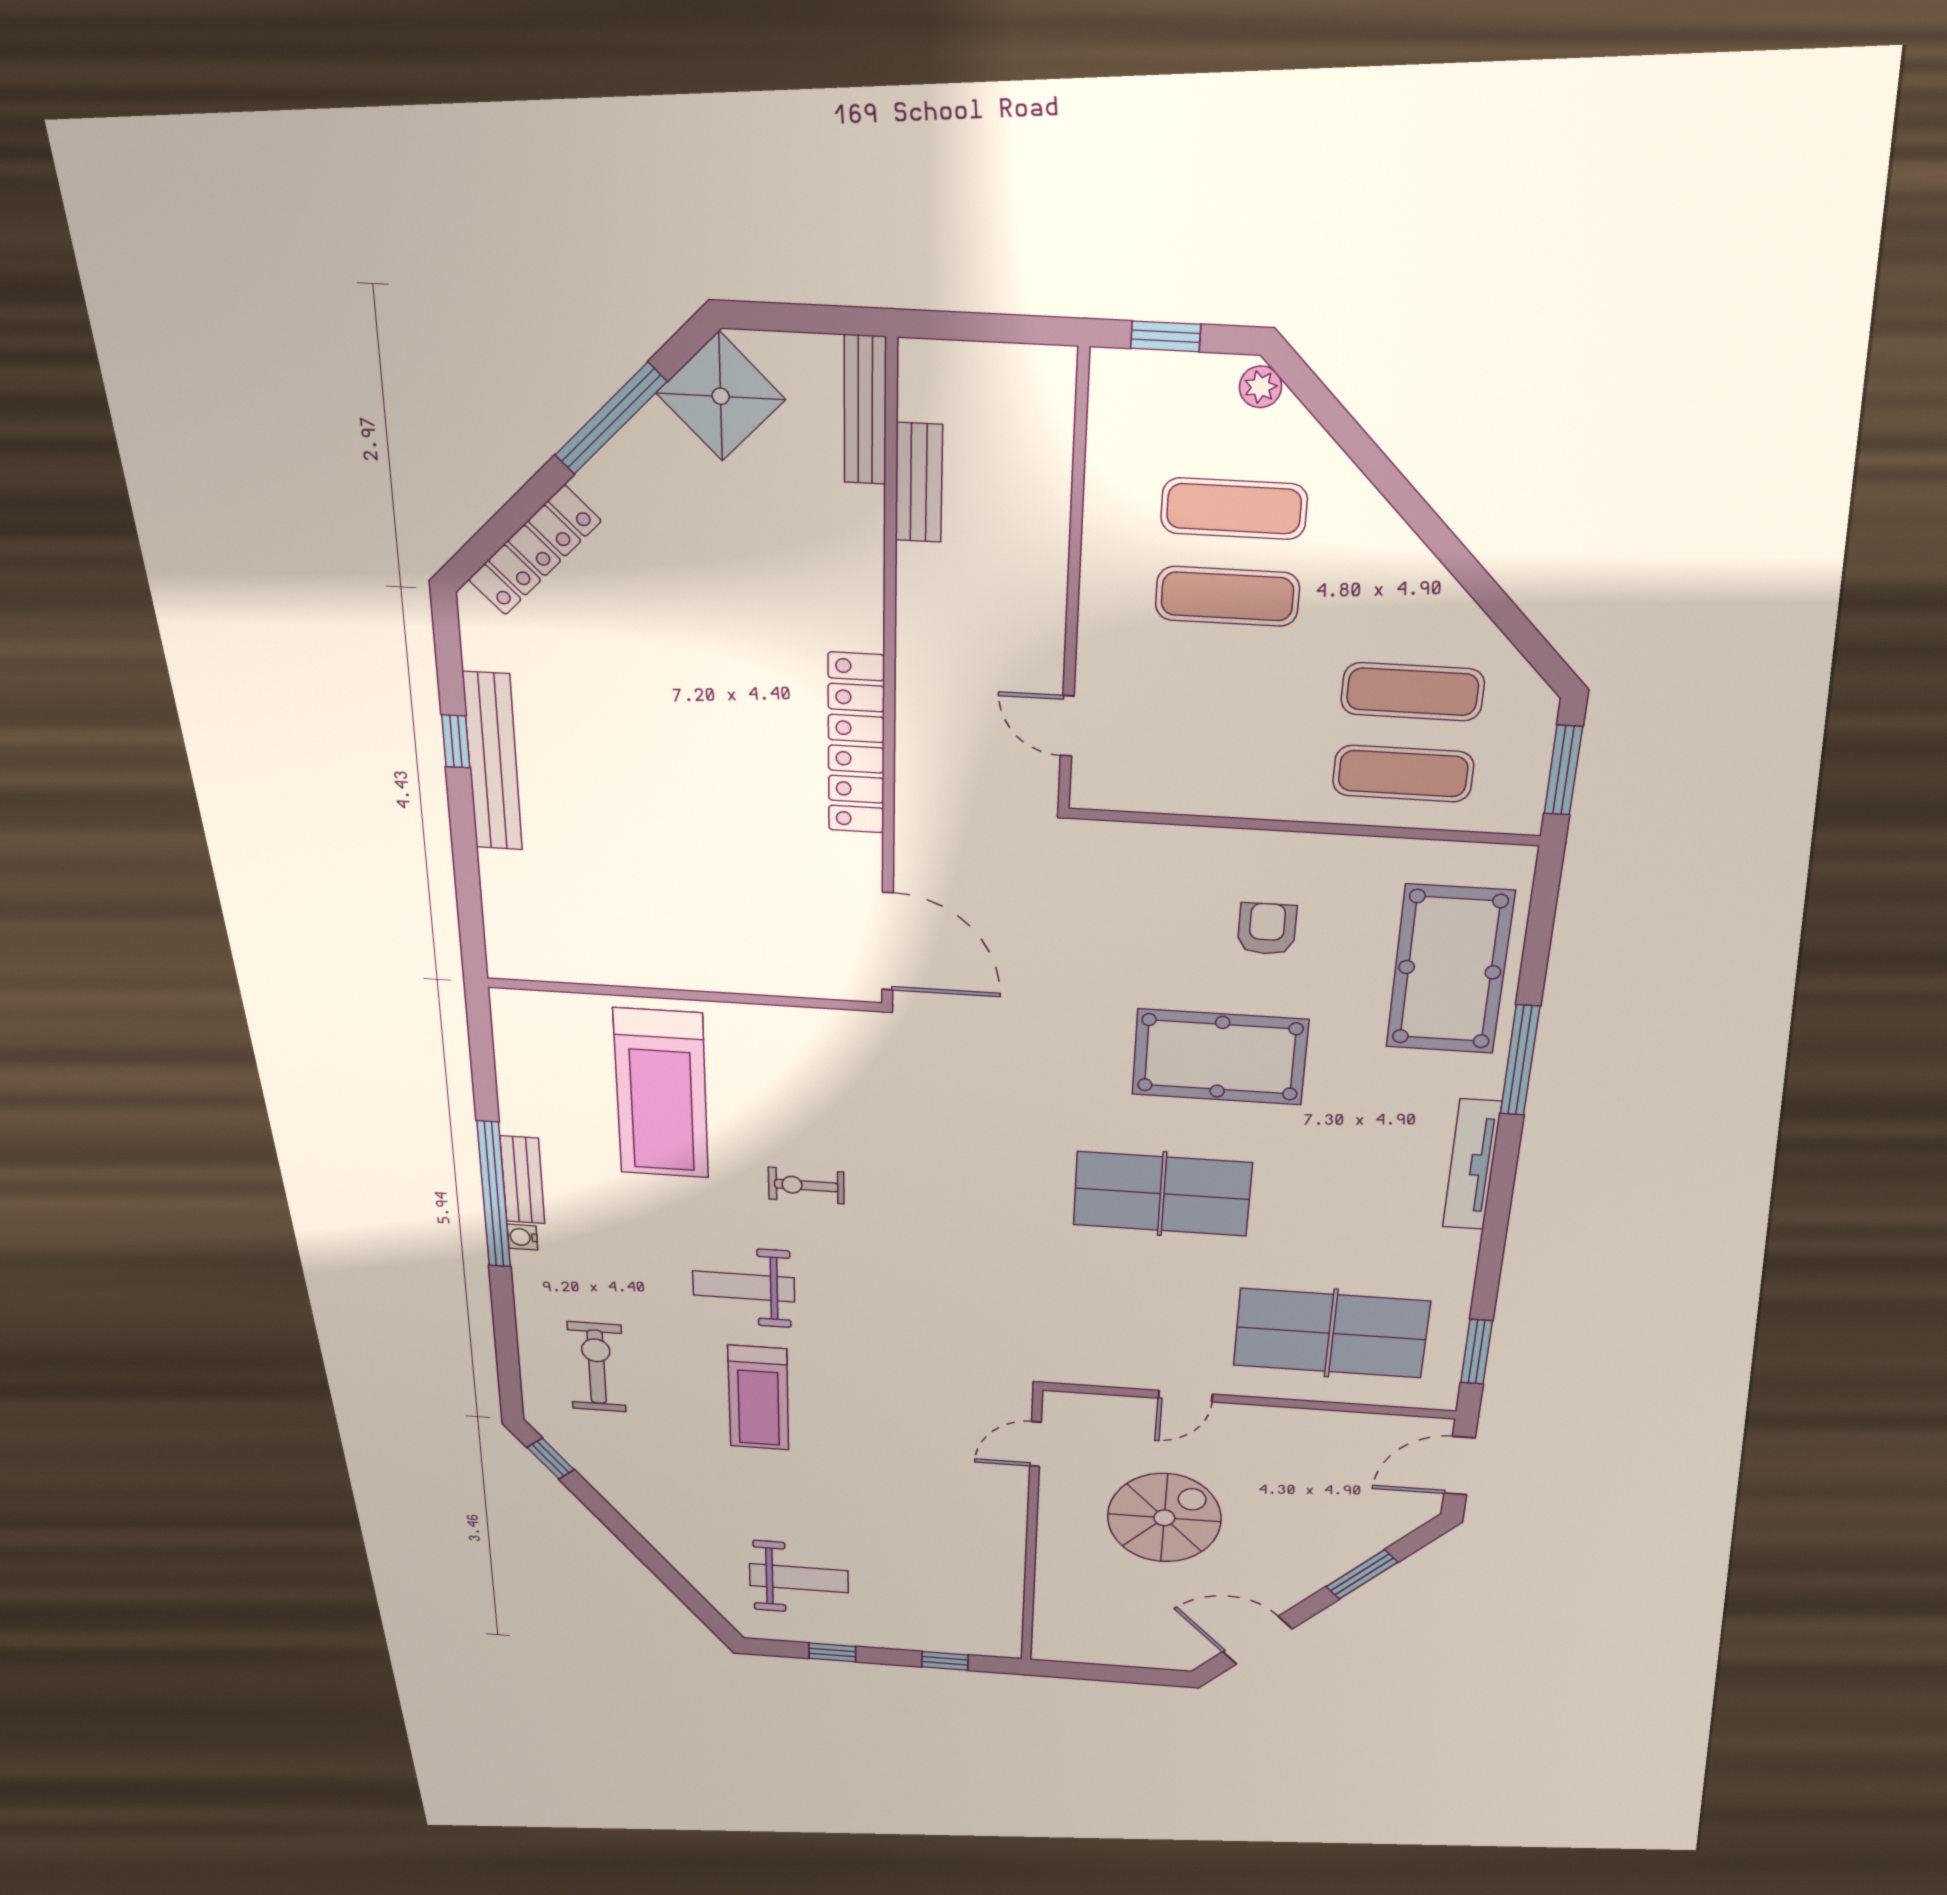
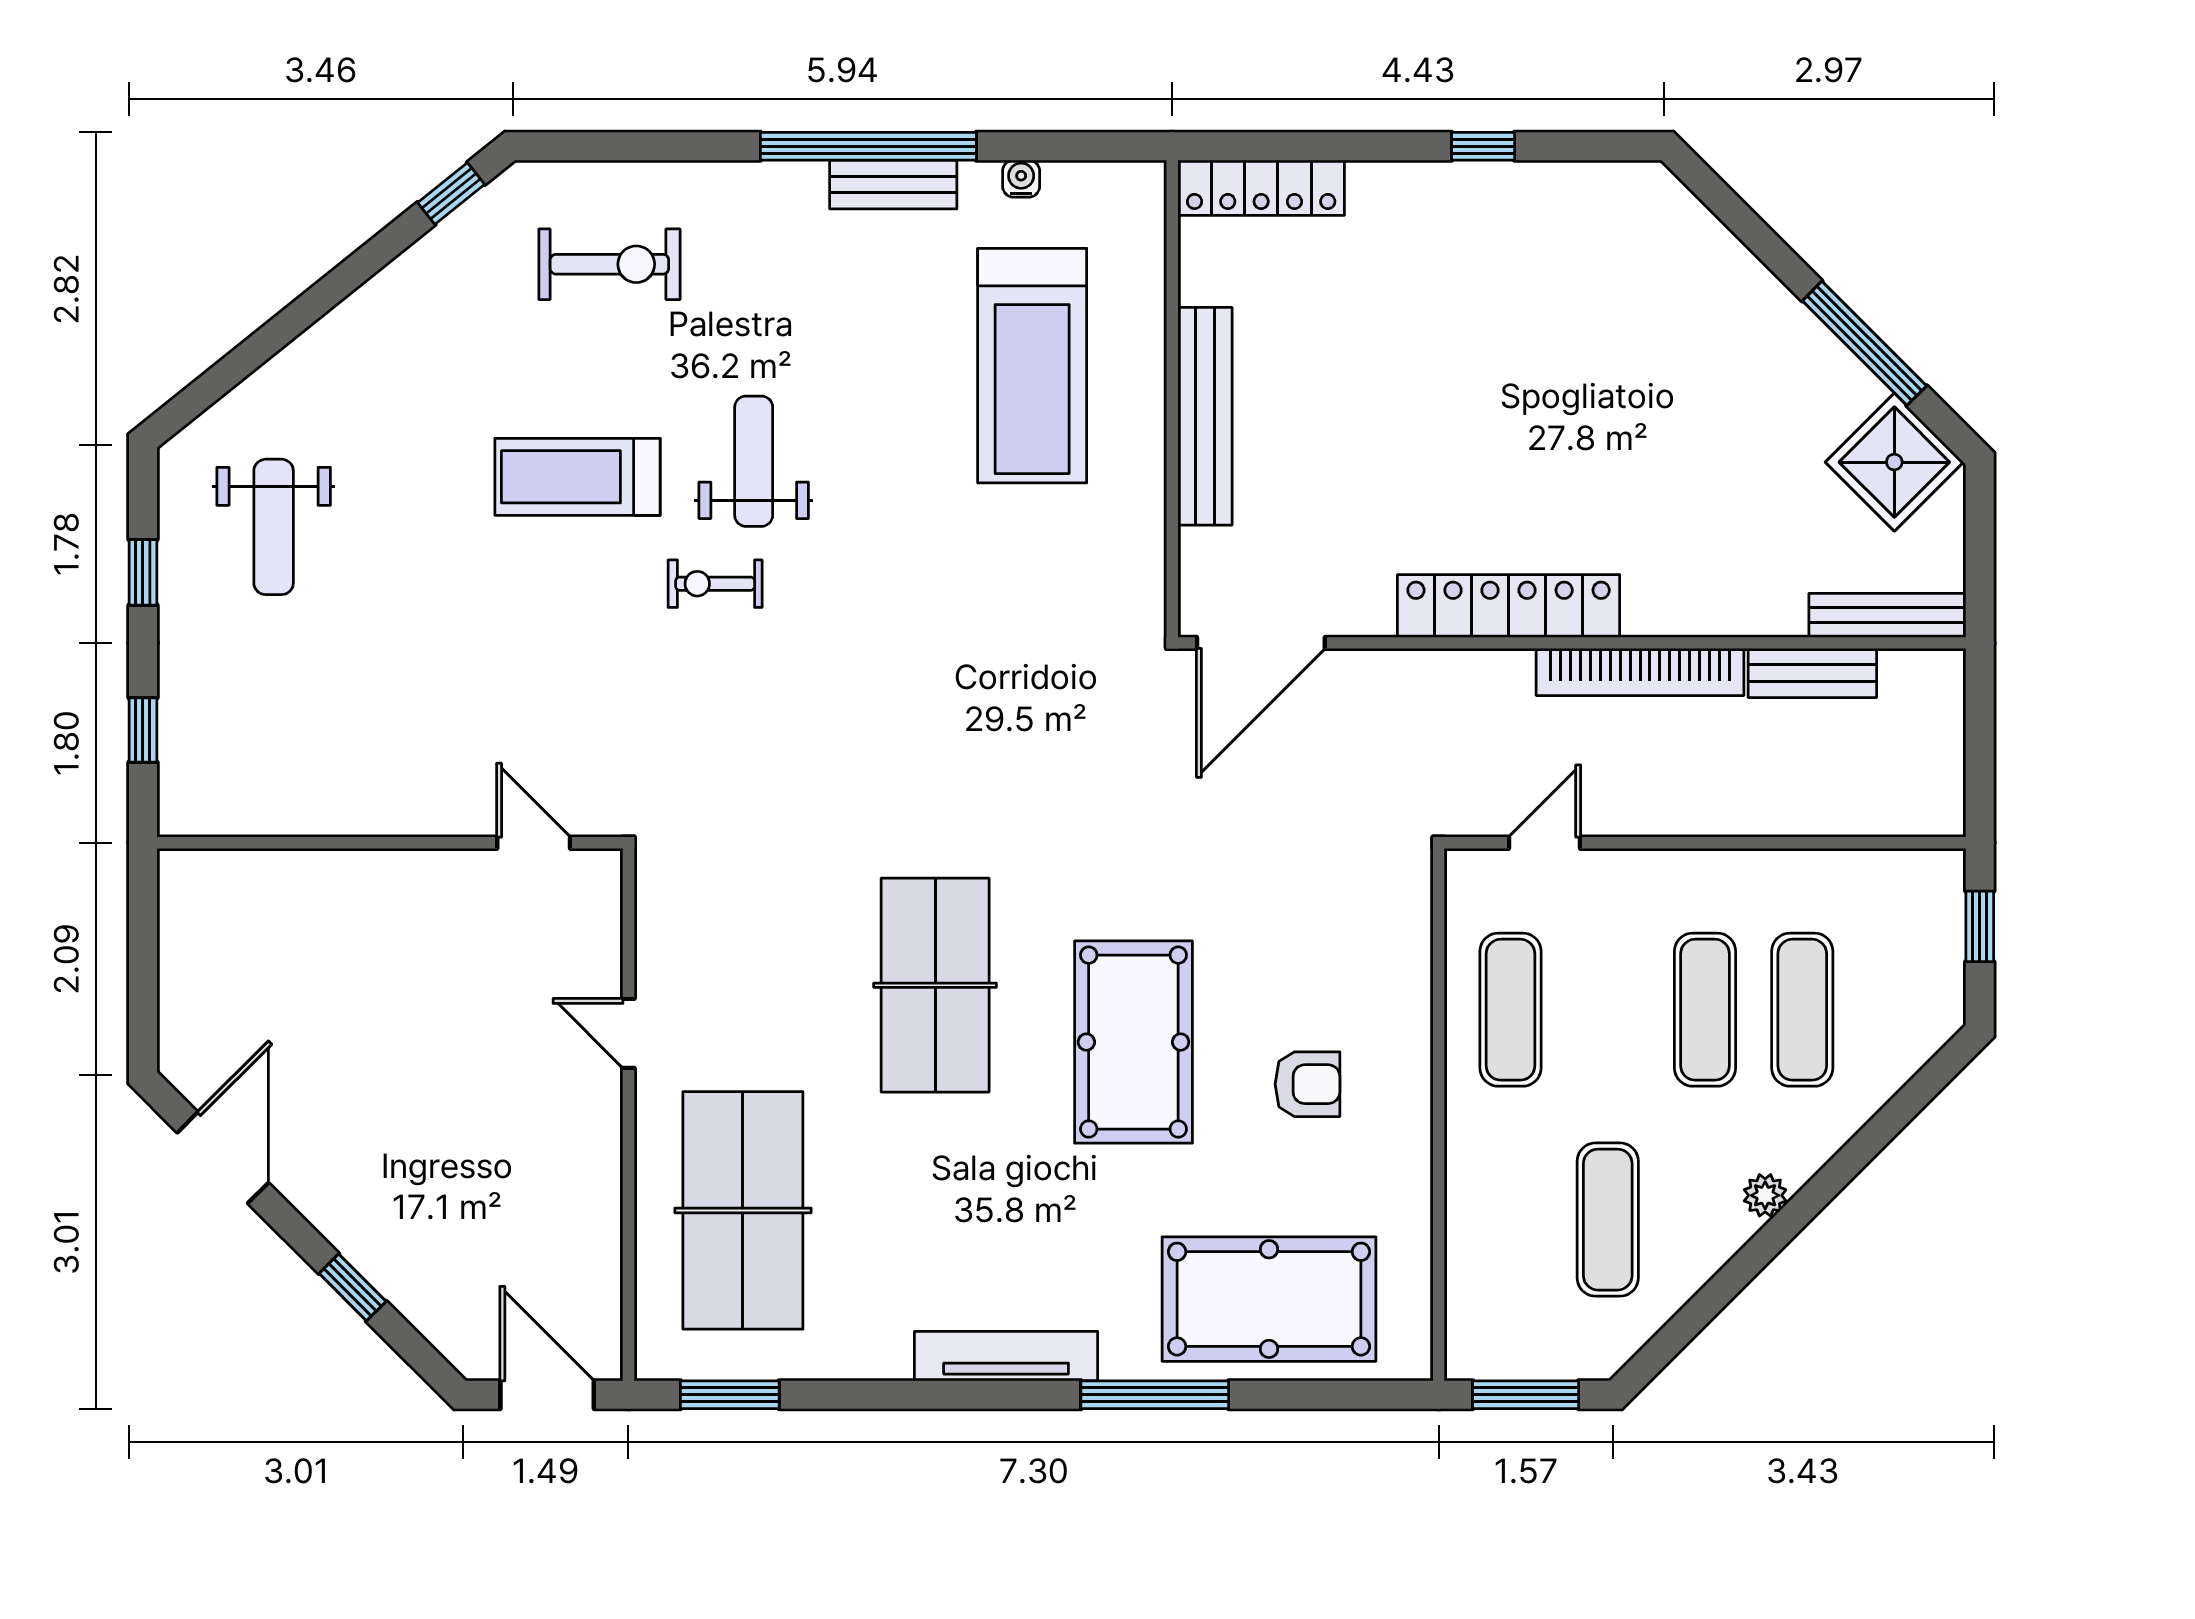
plant: (1260, 387) -> (1765, 1195), moved
locker: (534, 550) -> (1261, 188), moved, turned -45
bookcase: (916, 636) -> (1640, 672), added
bench: (493, 762) -> (1205, 416), moved, turned 90
exercise mat: (1403, 774) -> (1511, 1010), moved
treadmill: (661, 1094) -> (1032, 366), turned -90
exercise bike: (806, 1186) -> (715, 584), moved, turned -90
water cooler: (522, 1237) -> (1021, 179), moved
spiral stairs: (1164, 1518) -> (425, 1018), removed
window: (1362, 1574) -> (353, 1287), width x0.67

